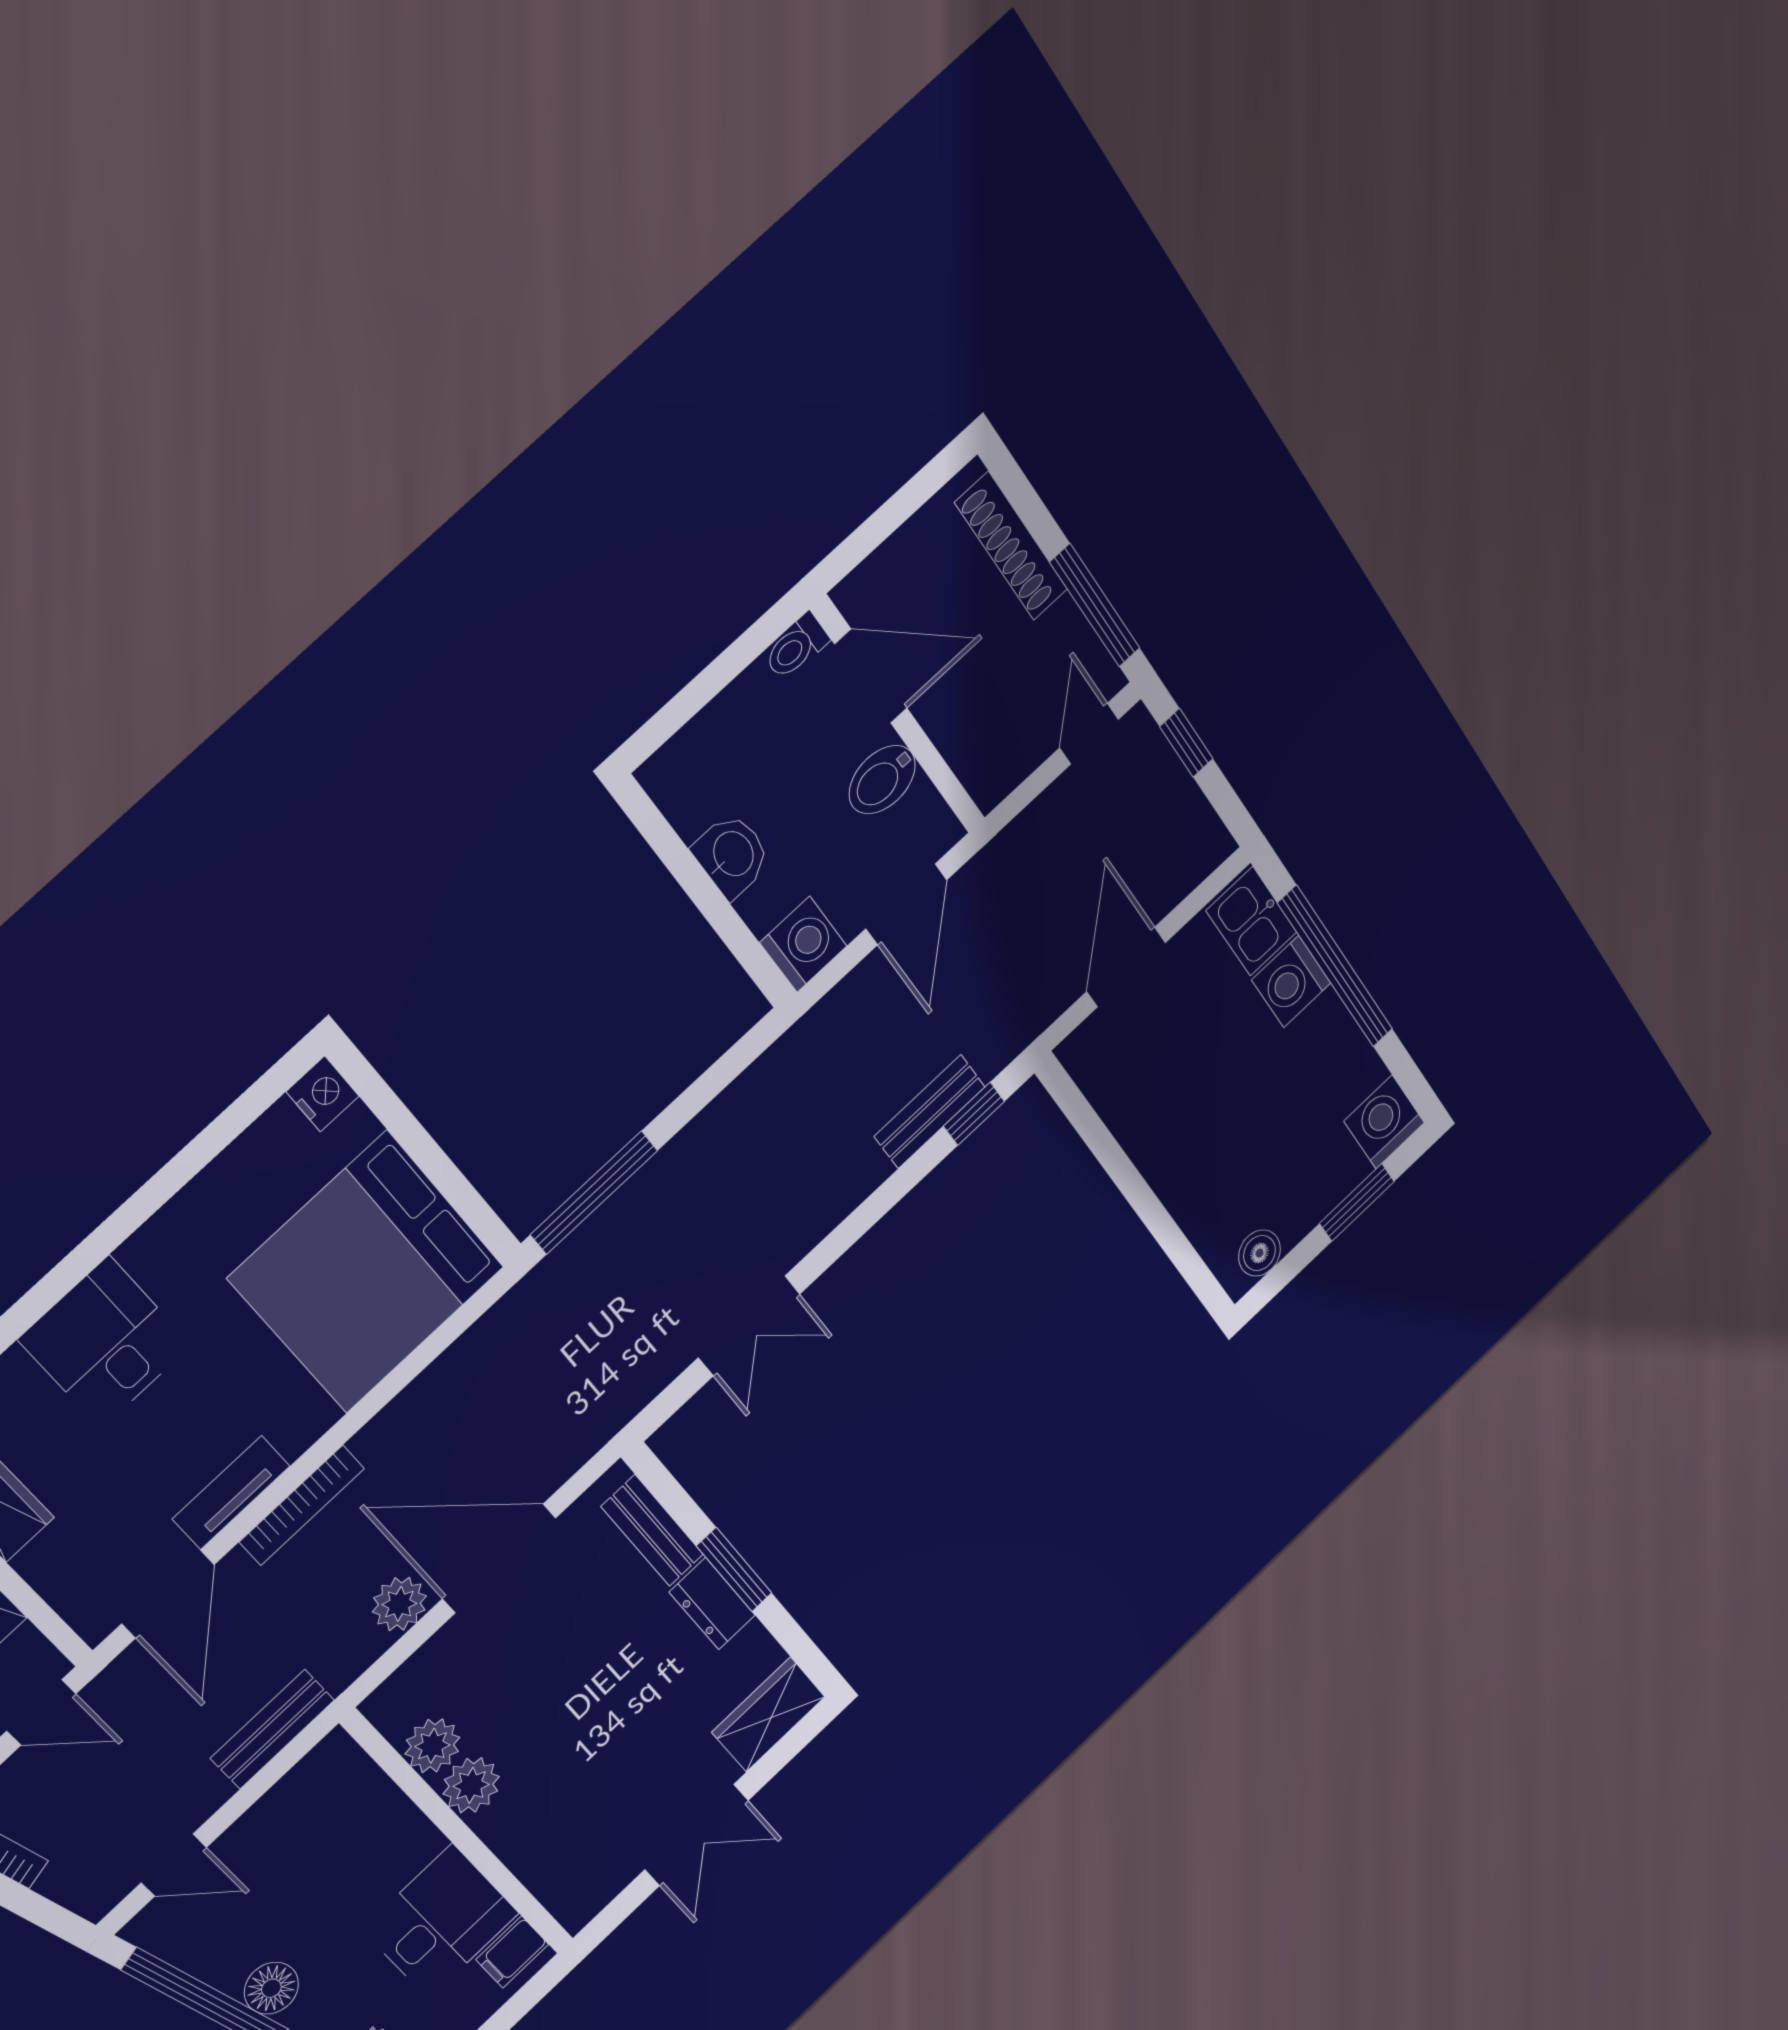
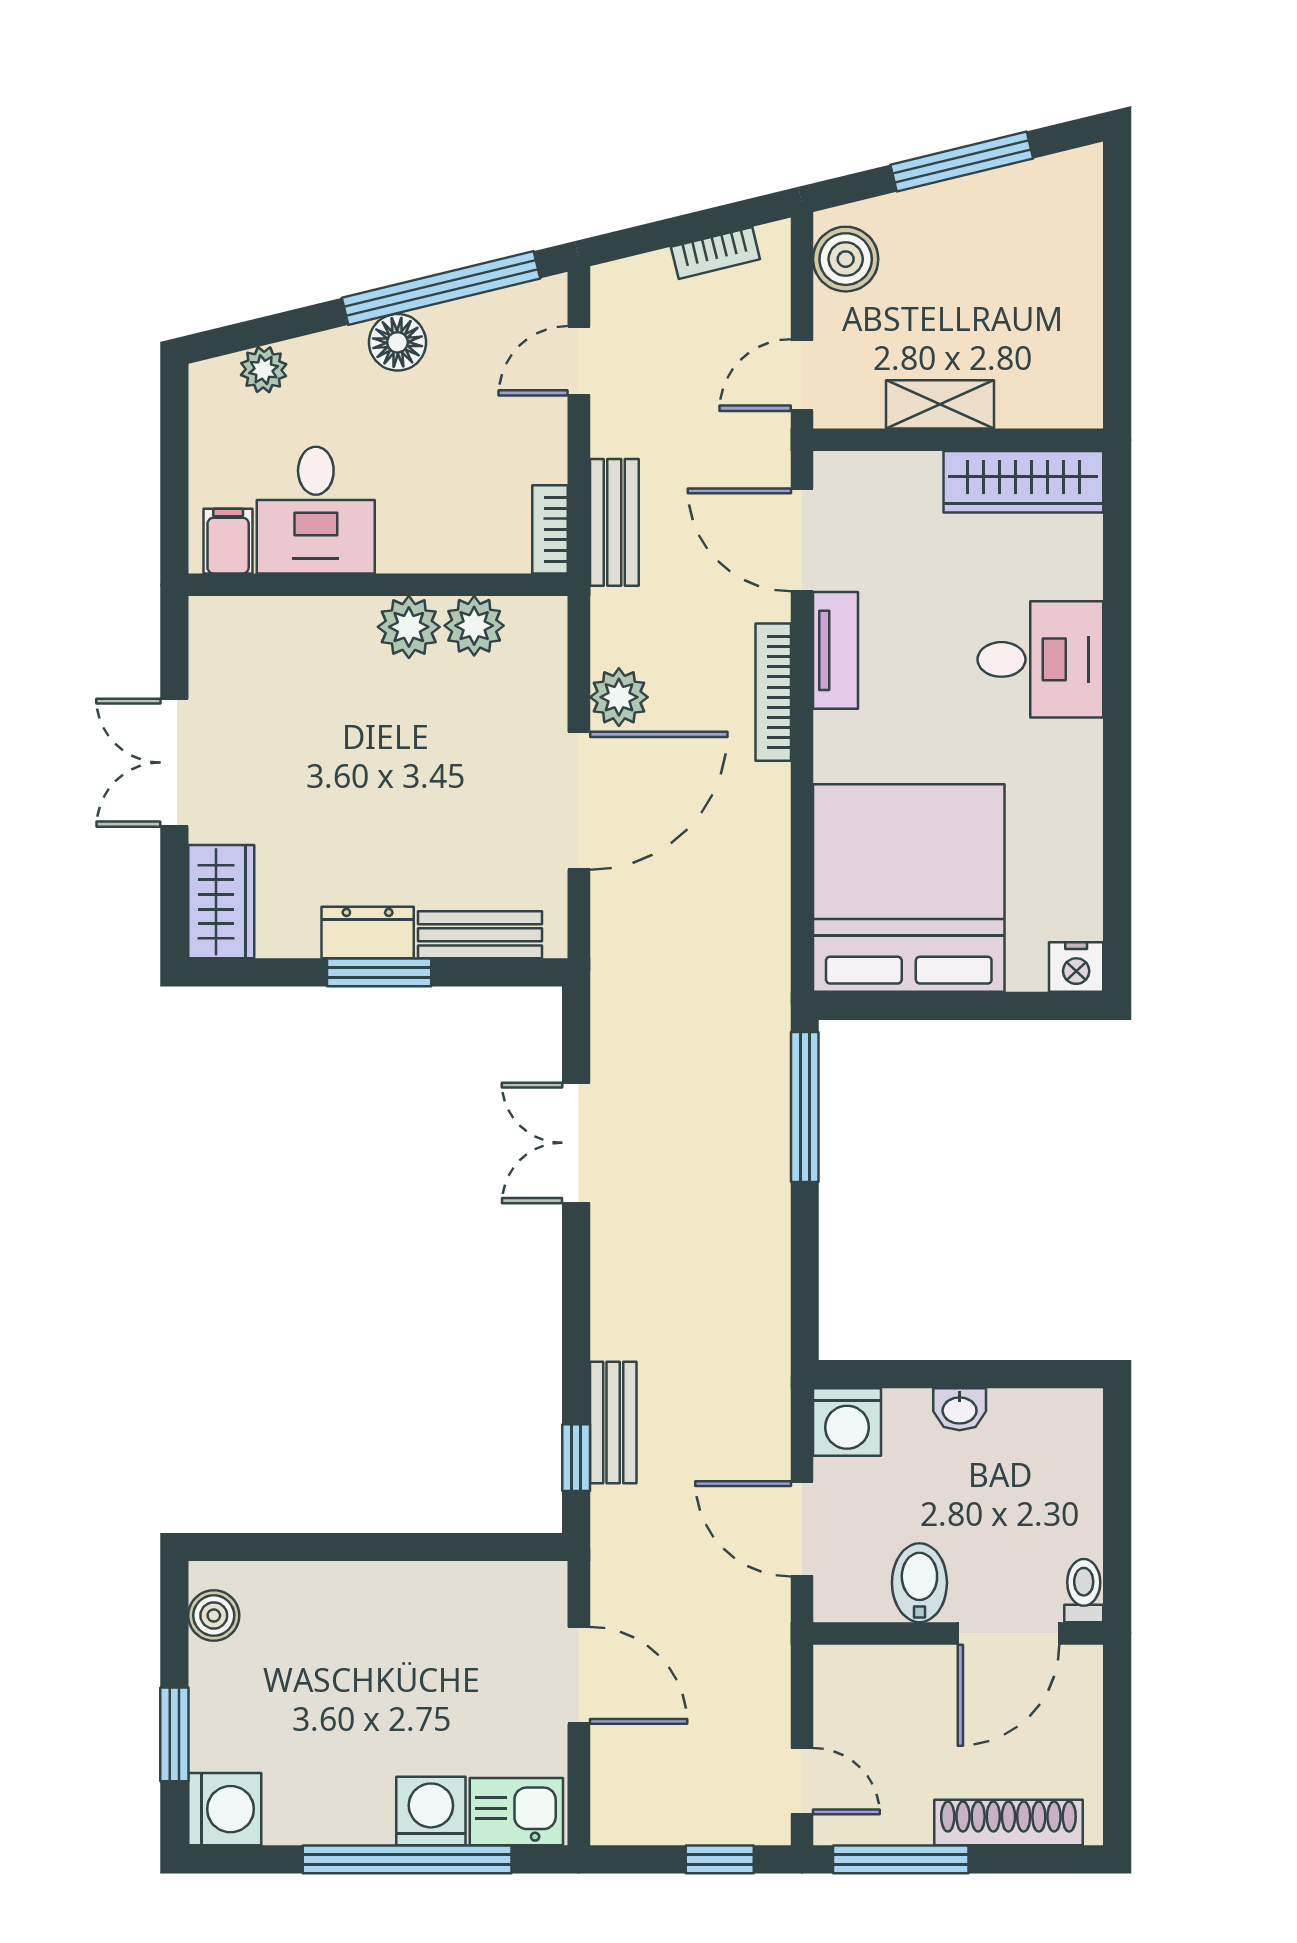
washbasin: (732, 855) -> (960, 1409), width x0.72, depth x0.69
bookcase: (317, 1765) -> (550, 529), added

